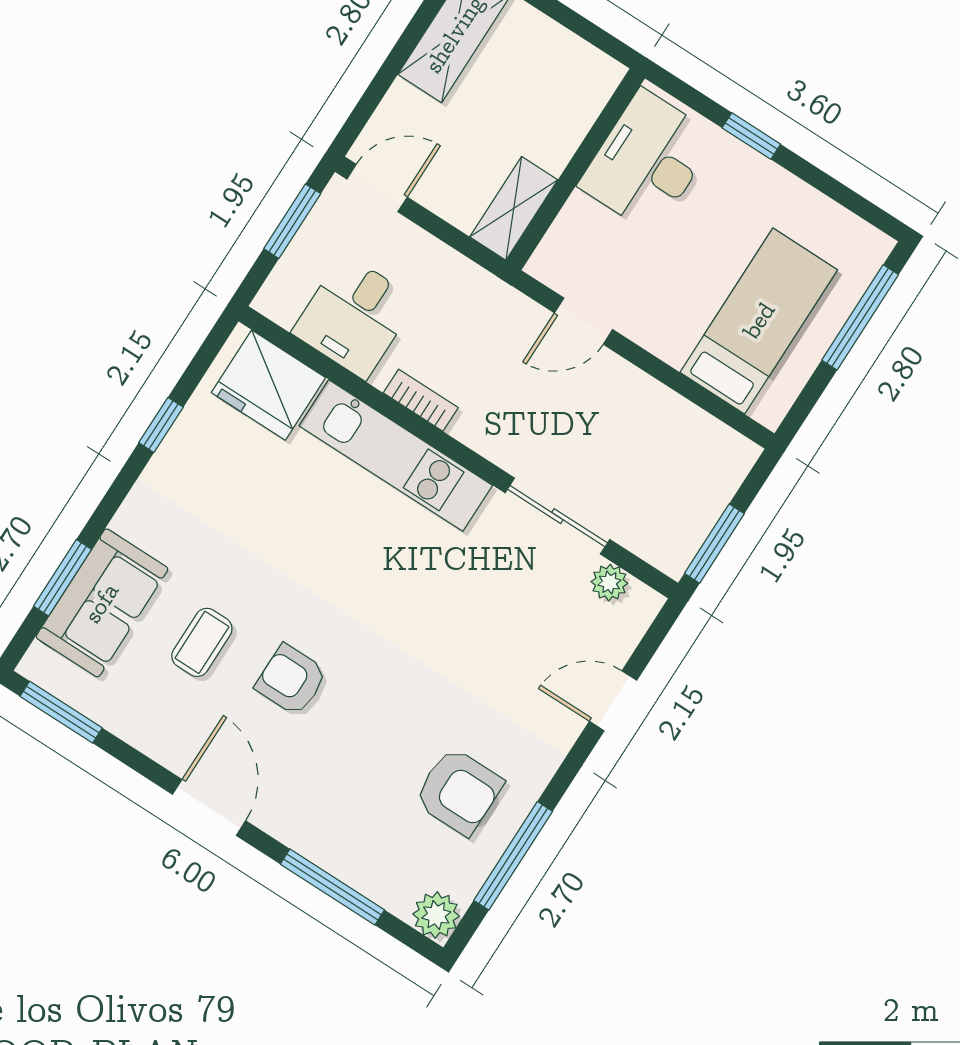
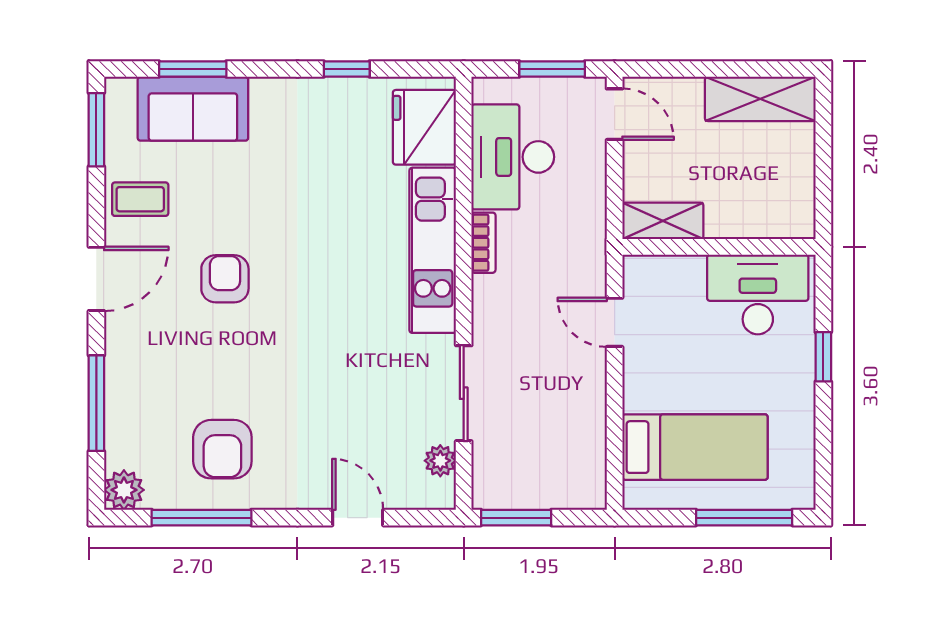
desk: (354, 316) -> (513, 157), width x1.37
coffee table: (202, 642) -> (140, 199), moved

